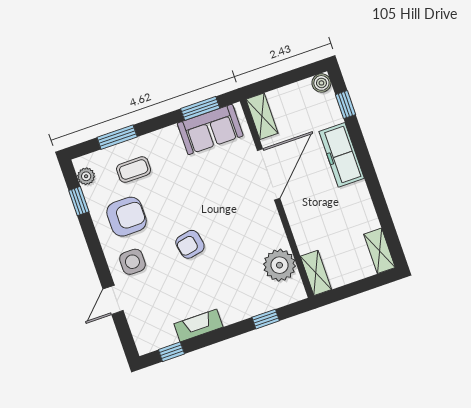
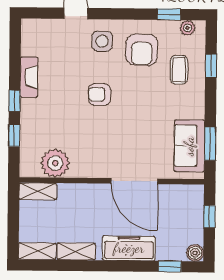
window: (278, 82) -> (209, 217), added
shelving: (262, 116) -> (76, 251), moved
window: (117, 137) -> (211, 66), width x0.67
armchair: (190, 244) -> (99, 94), turned -79
window: (171, 352) -> (15, 101), moved

